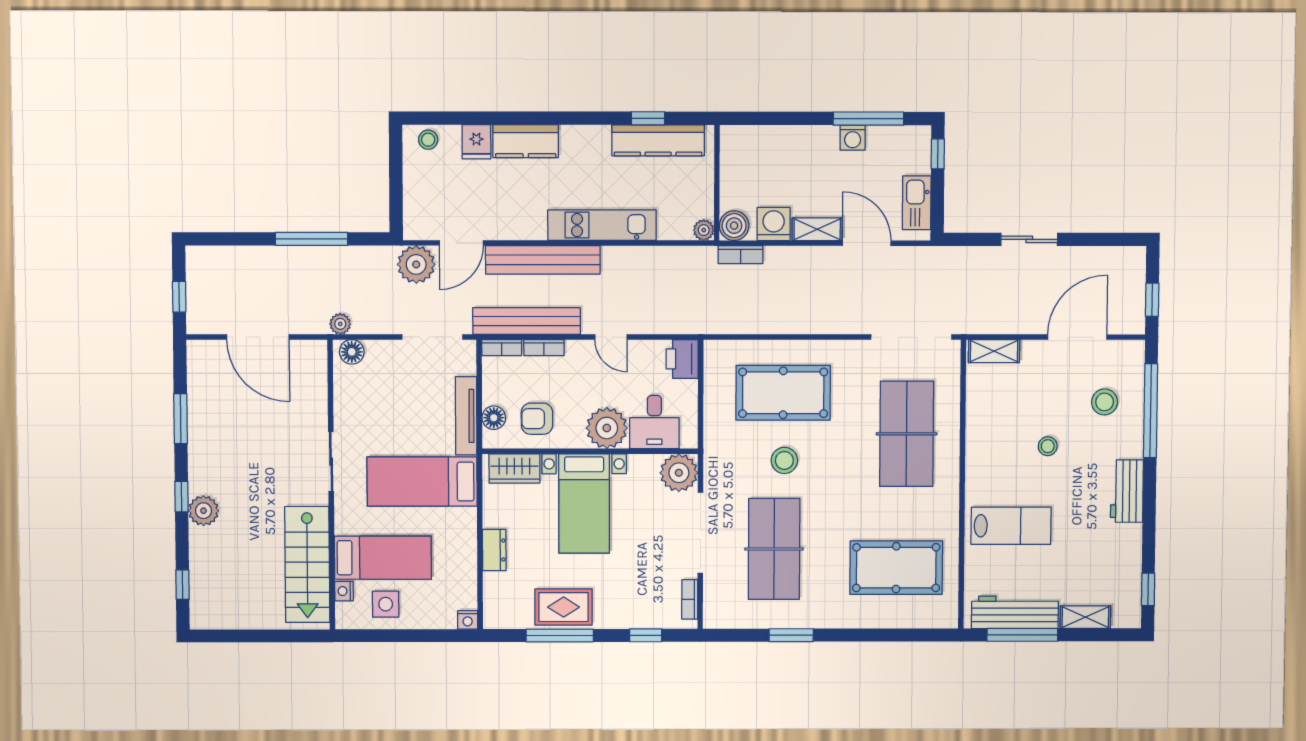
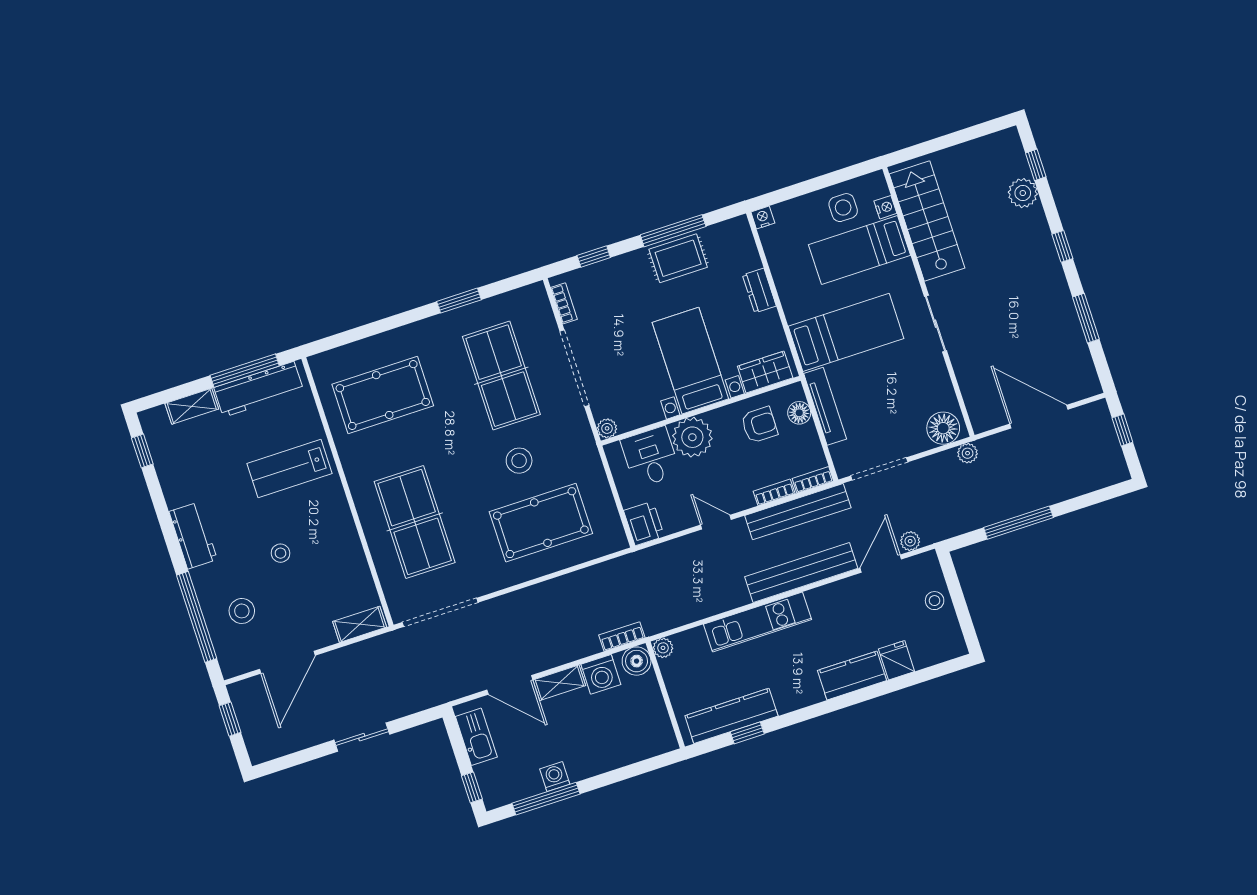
stool: (428, 140) -> (935, 601), moved
plant: (416, 264) -> (910, 541), width x0.53, depth x0.53
floor lamp: (352, 352) -> (943, 428), width x1.38, depth x1.38
plant: (679, 473) -> (607, 428), width x0.53, depth x0.53
plant: (203, 511) -> (1023, 193), moved

